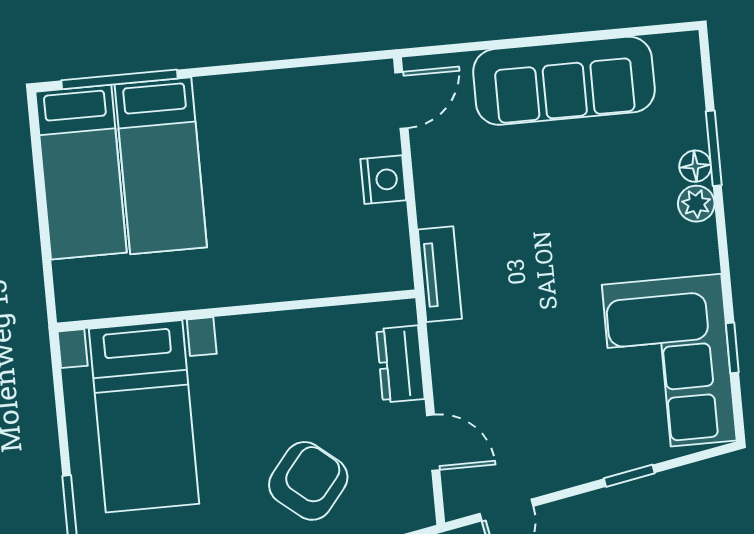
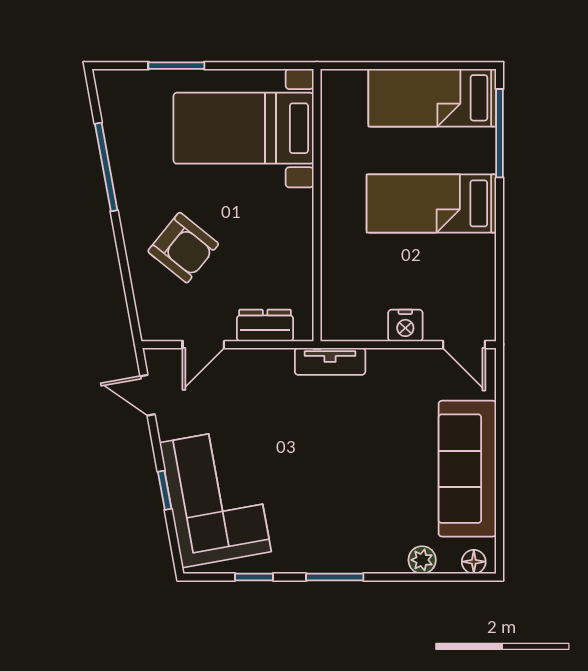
window: (714, 148) -> (335, 577), moved
bed: (161, 166) -> (431, 203), moved
floor lamp: (695, 166) -> (474, 562), moved
plant: (696, 204) -> (422, 560), moved
corner sofa: (669, 363) -> (215, 497), moved, turned 80

